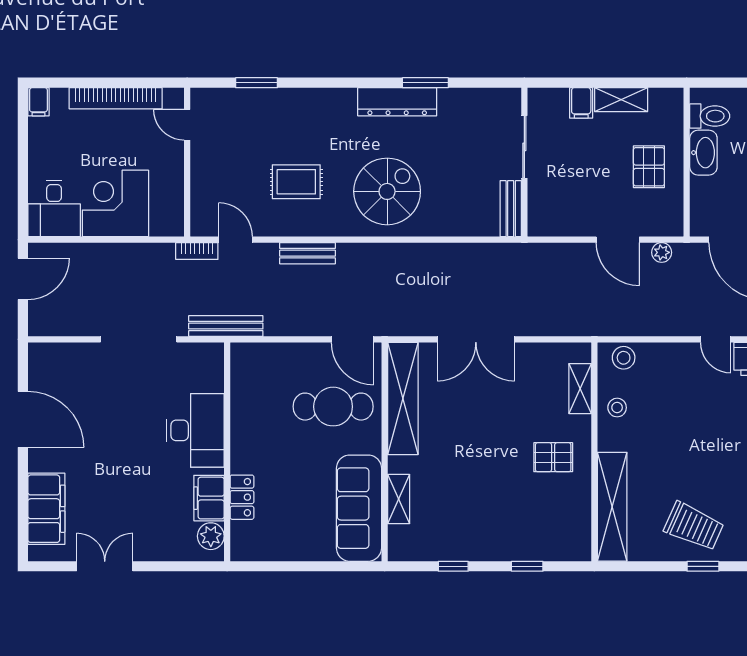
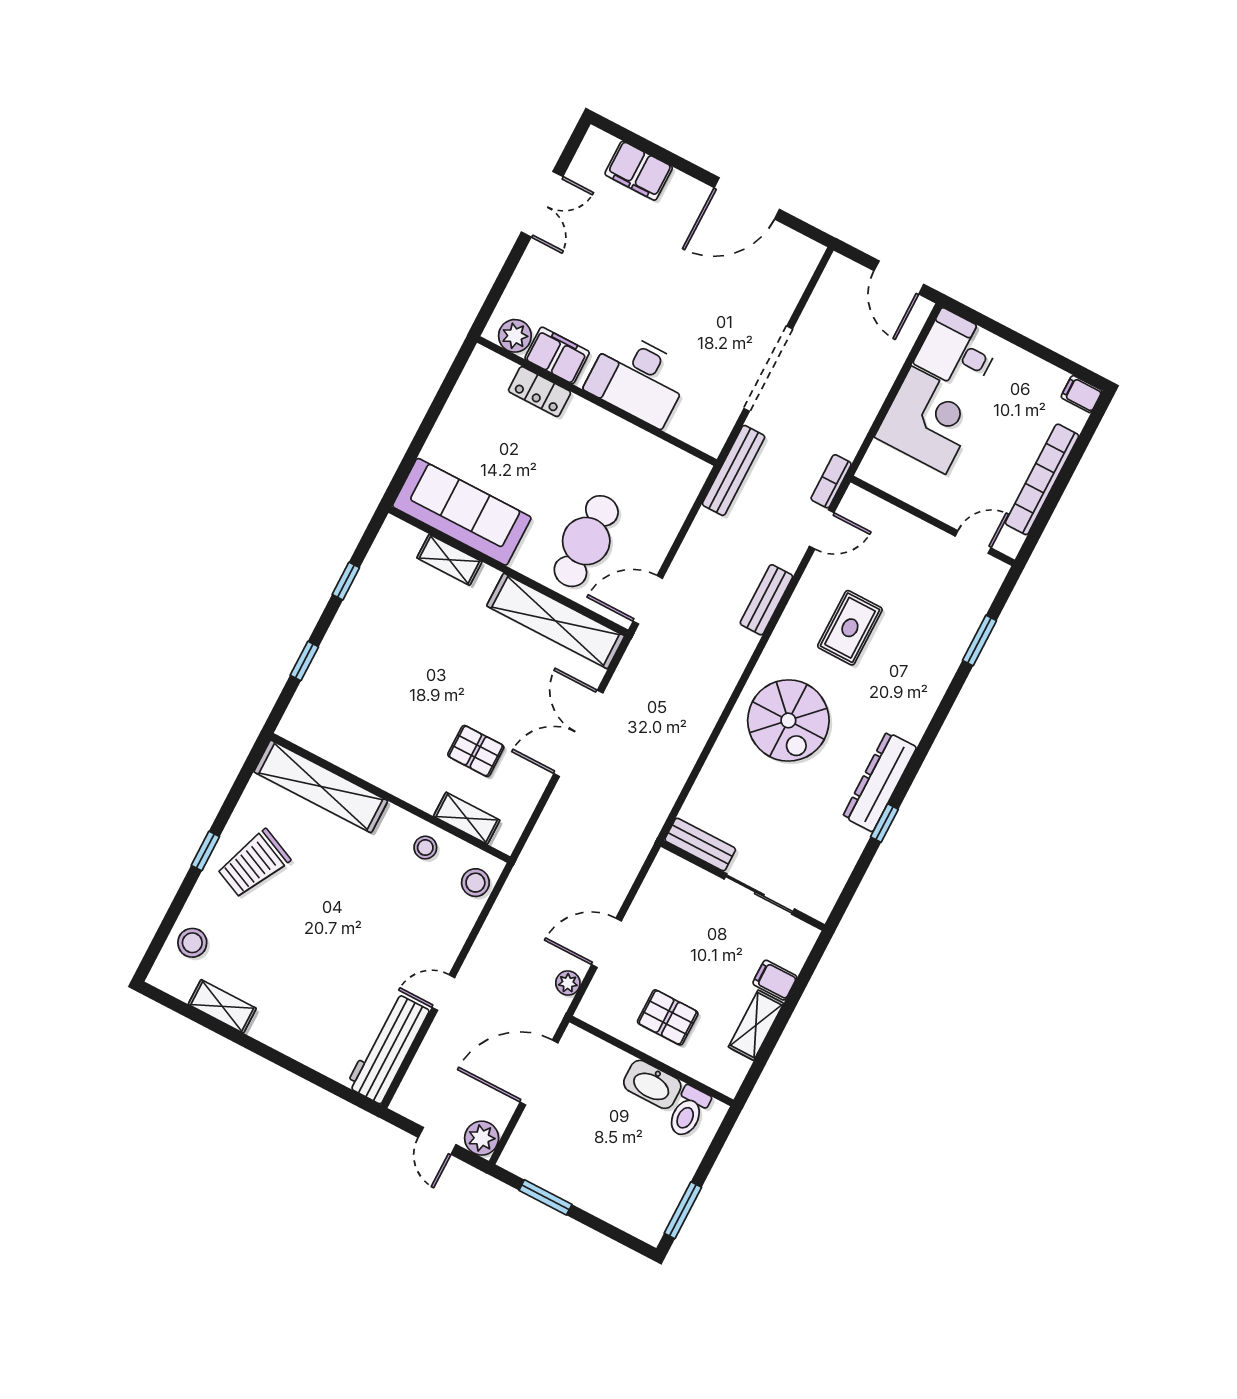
window: (425, 83) -> (884, 823), width x0.67
pallet: (553, 457) -> (476, 751), moved, turned 90
filing cabinet: (46, 509) -> (639, 171), width x0.67, depth x0.86

